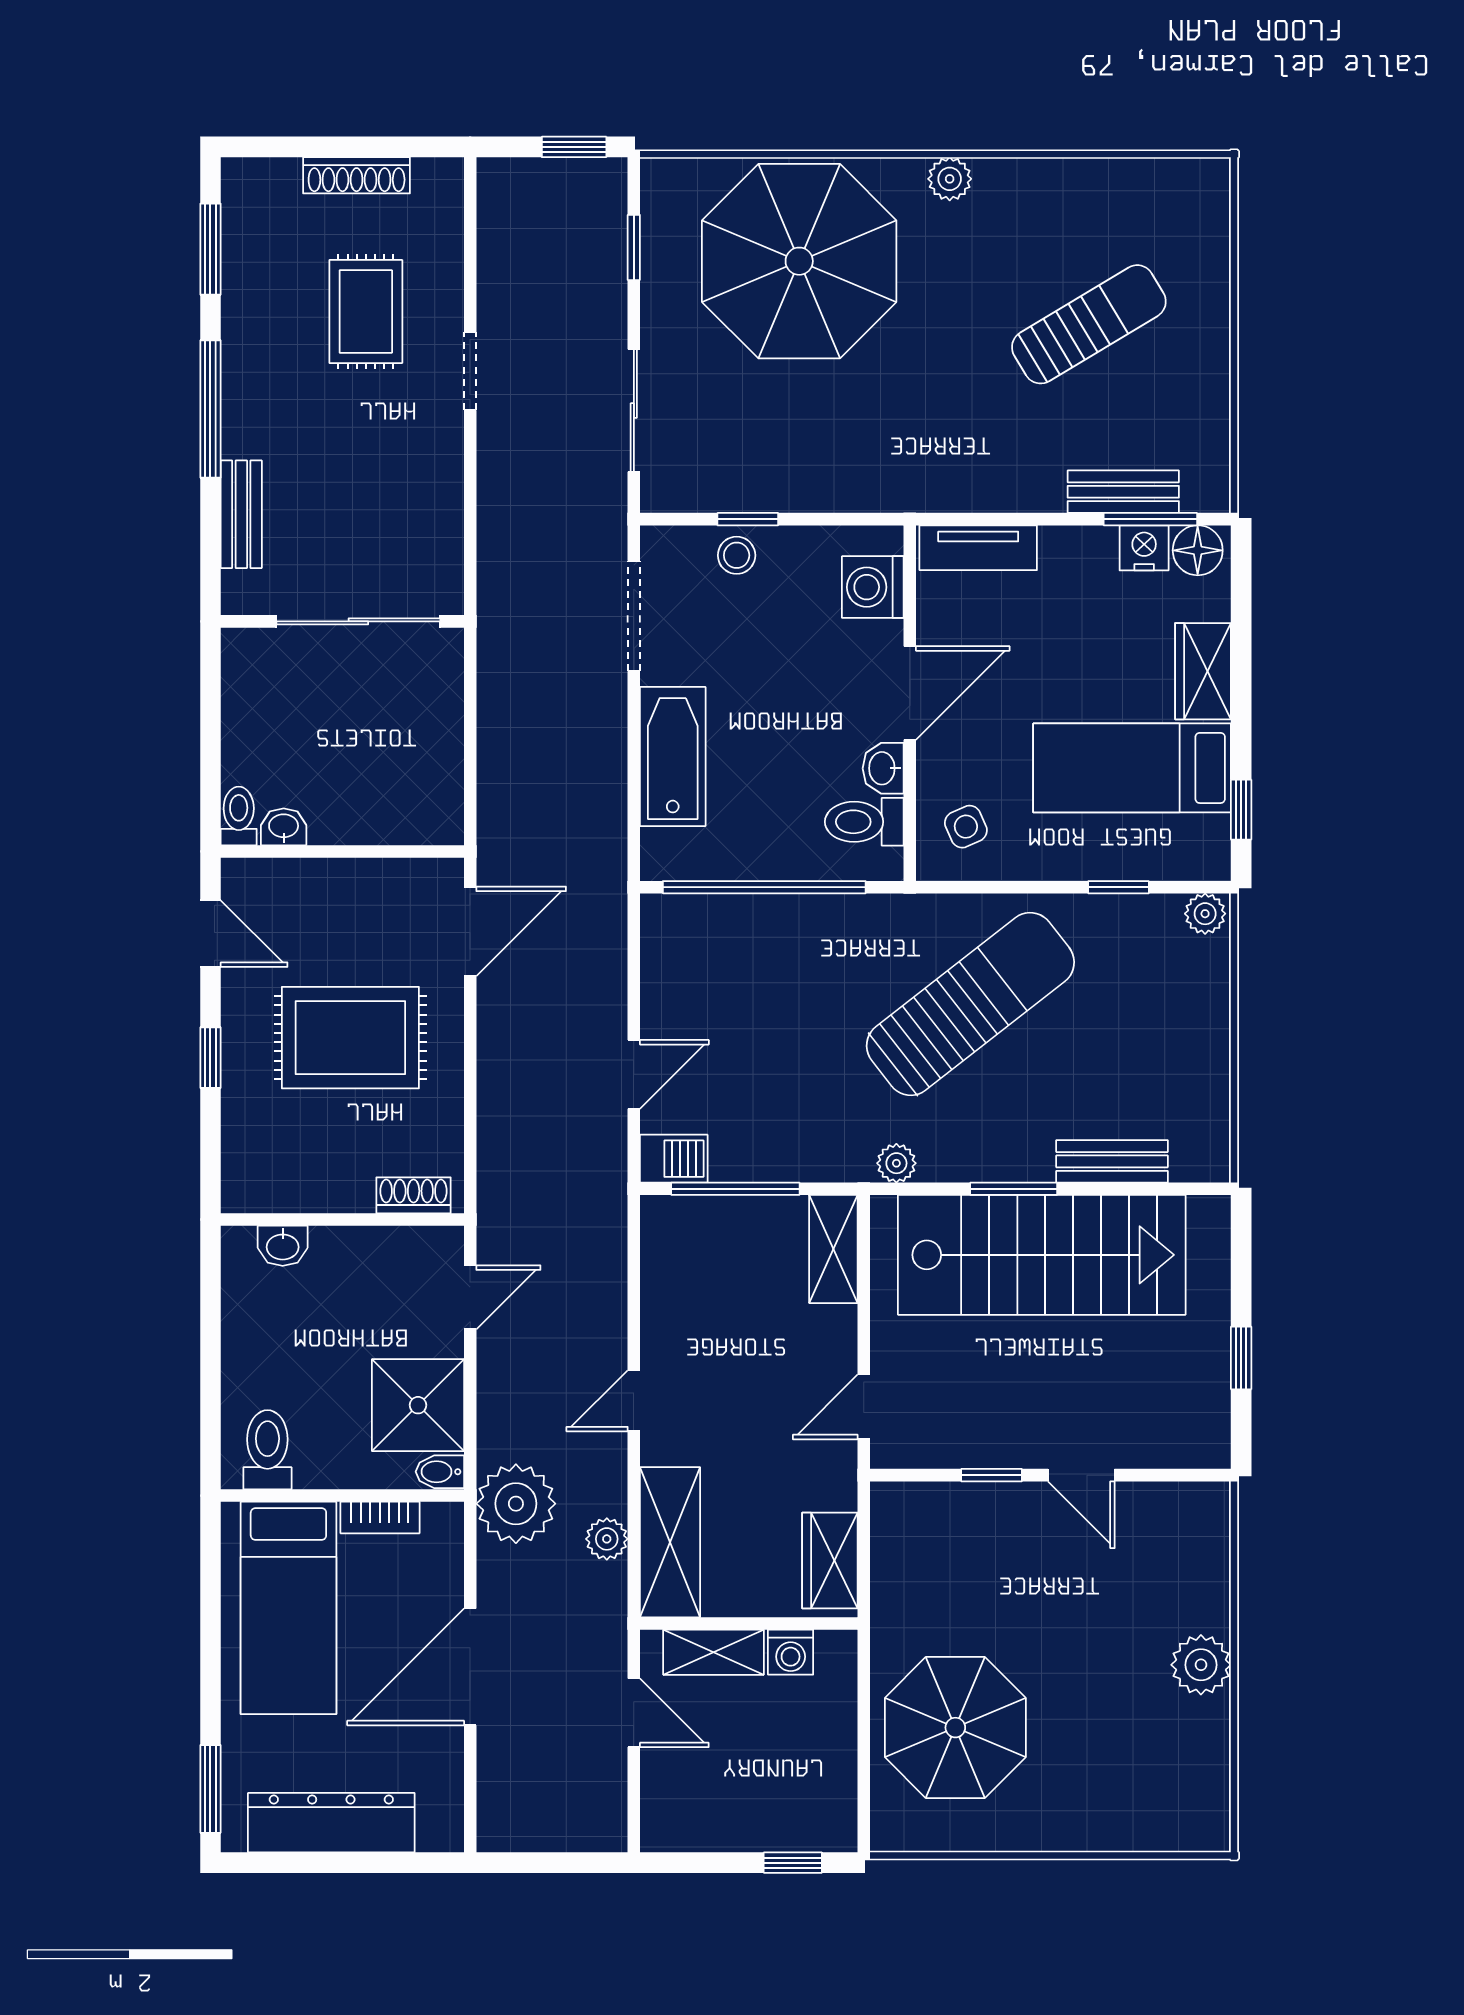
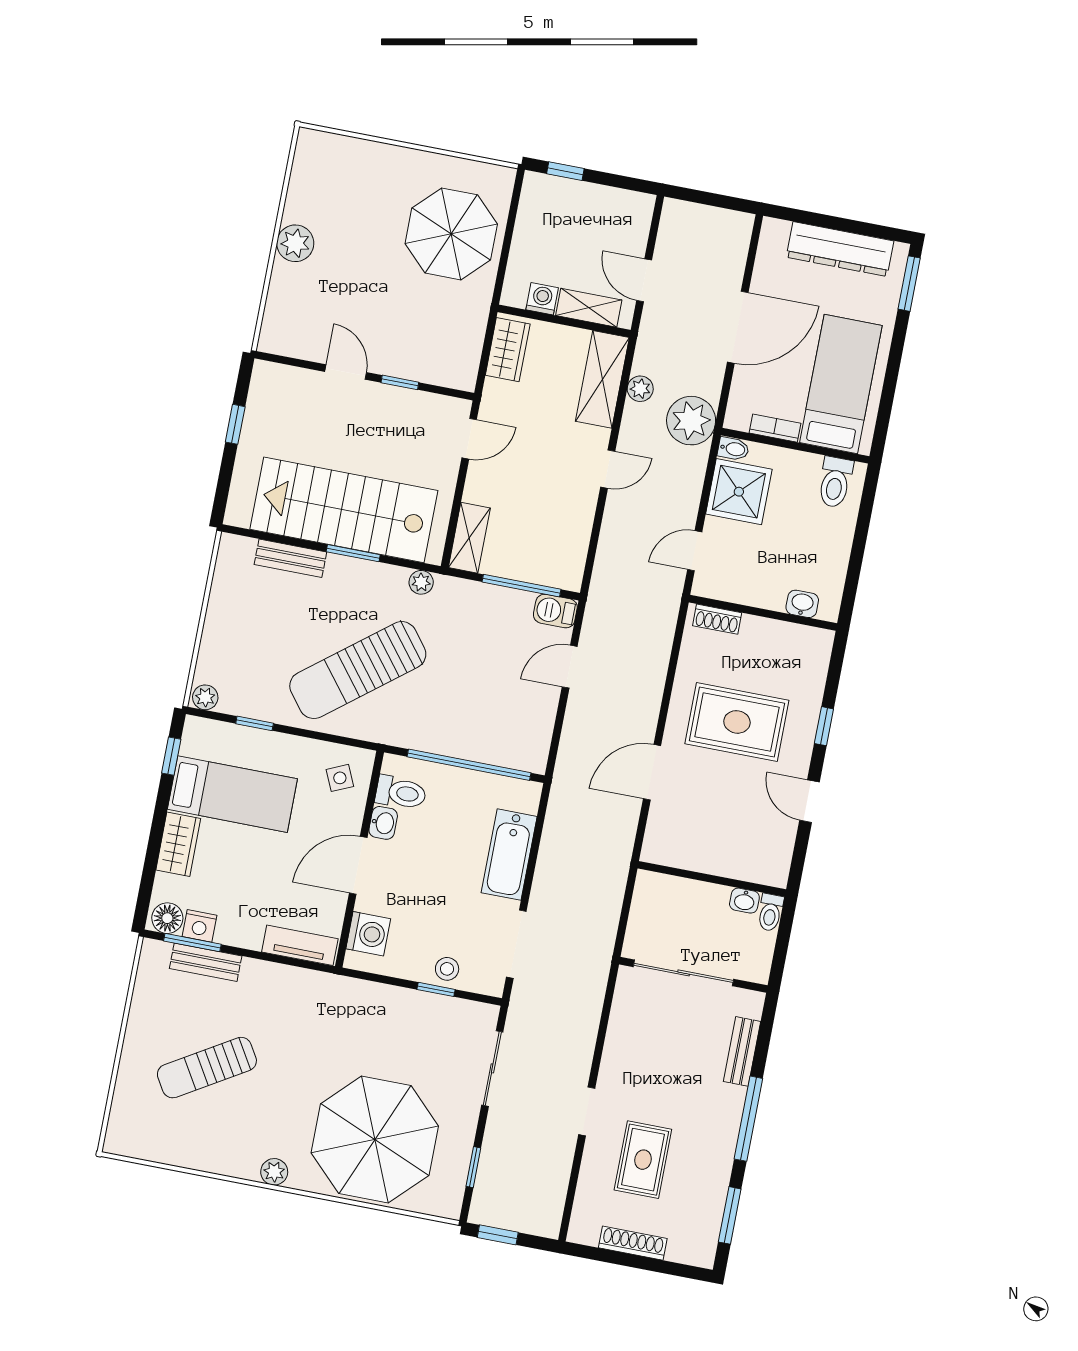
toilet: (239, 816) -> (770, 912), moved
washbasin: (284, 827) -> (744, 901), moved
wall: (342, 851) -> (712, 879), moved

